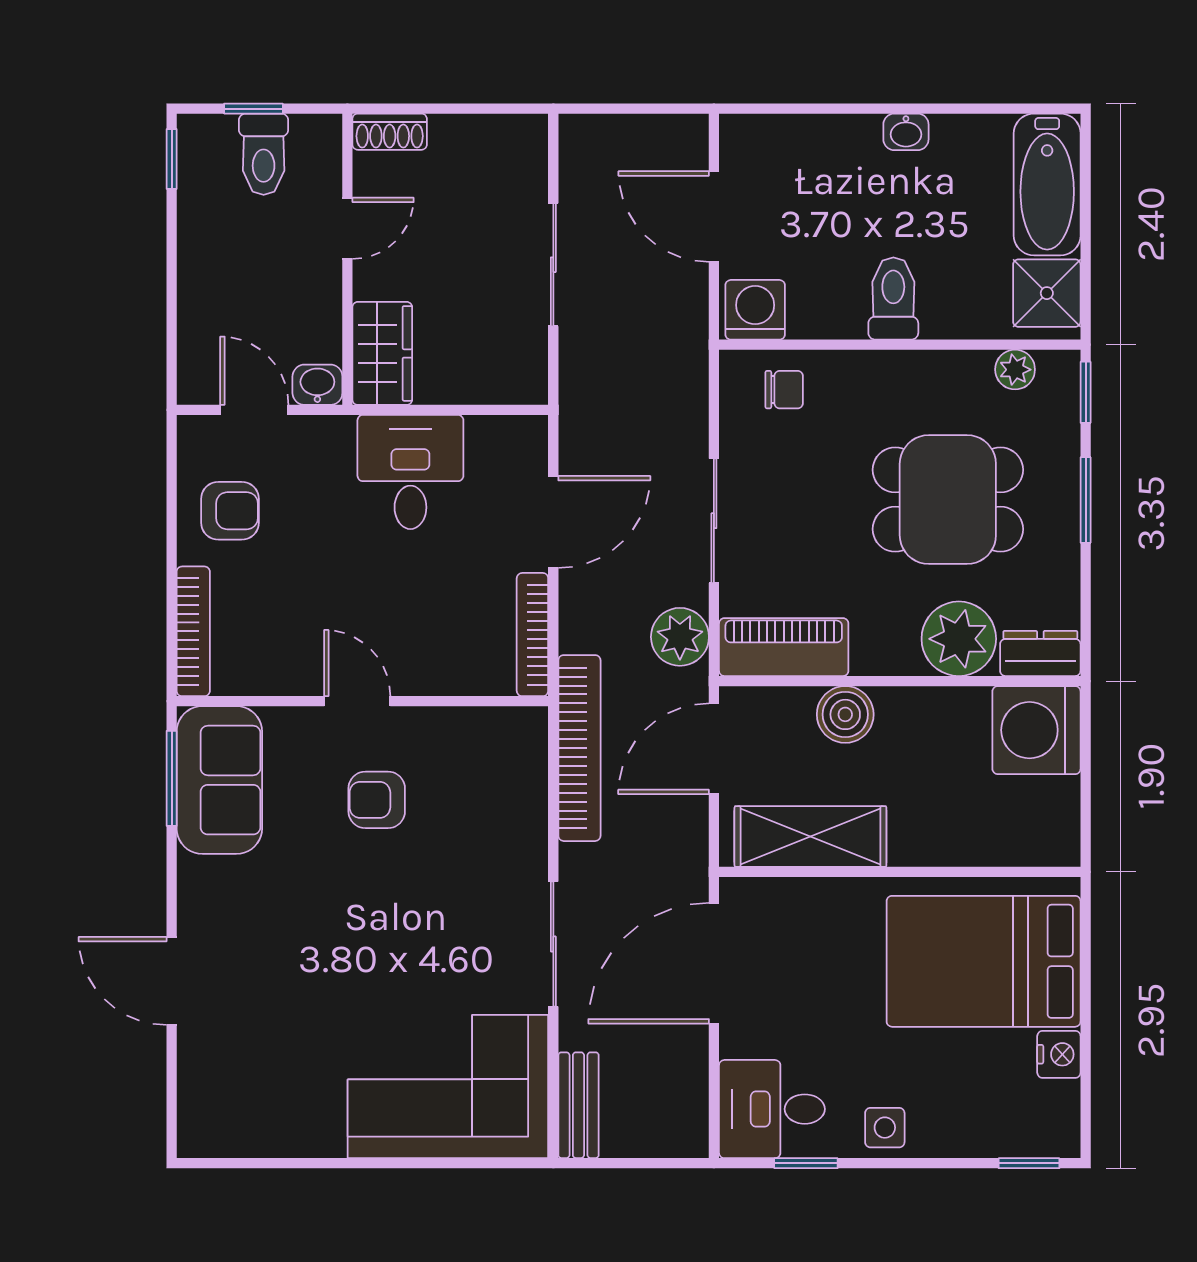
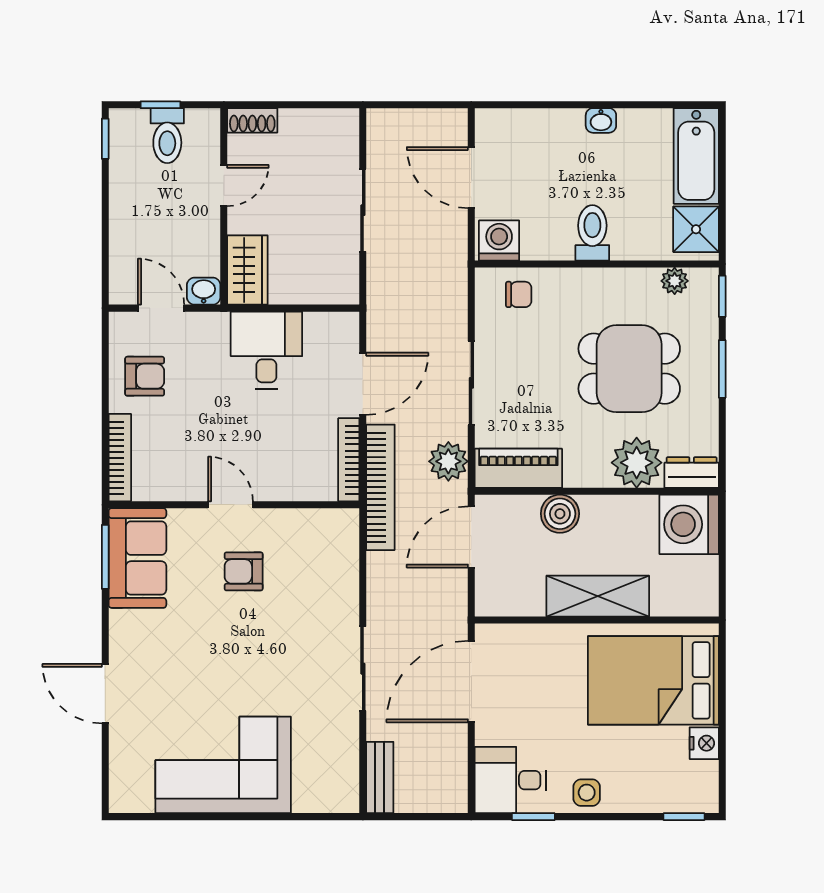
bookcase: (579, 748) -> (380, 487), moved
shelving: (810, 836) -> (598, 596), moved
corner sofa: (448, 1087) -> (223, 765), moved

